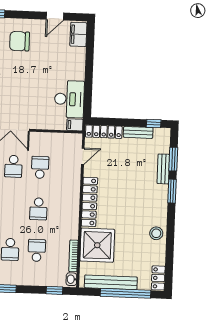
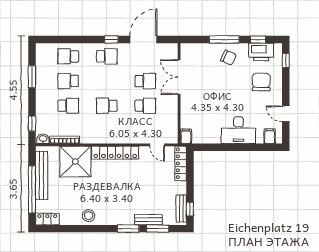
filing cabinet: (78, 34) -> (270, 136), width x0.50
desk: (69, 99) -> (238, 130), moved
bench: (138, 132) -> (181, 209), moved
school desk: (13, 166) -> (145, 81), turned 180

